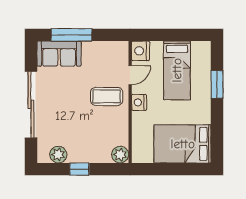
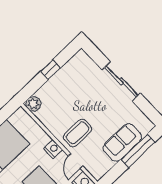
sofa: (59, 54) -> (122, 143), moved
sliding door: (31, 104) -> (121, 81), width x0.73
plant: (58, 155) -> (73, 66), removed

